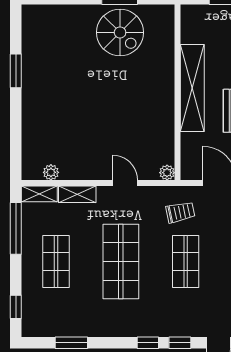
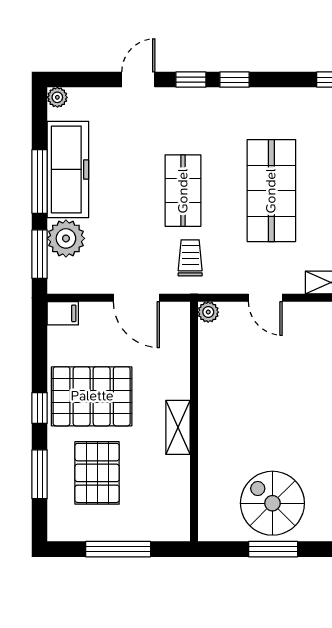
shelving: (192, 88) -> (178, 427), width x0.45, depth x0.75
trolley: (180, 212) -> (190, 258), turned 102

